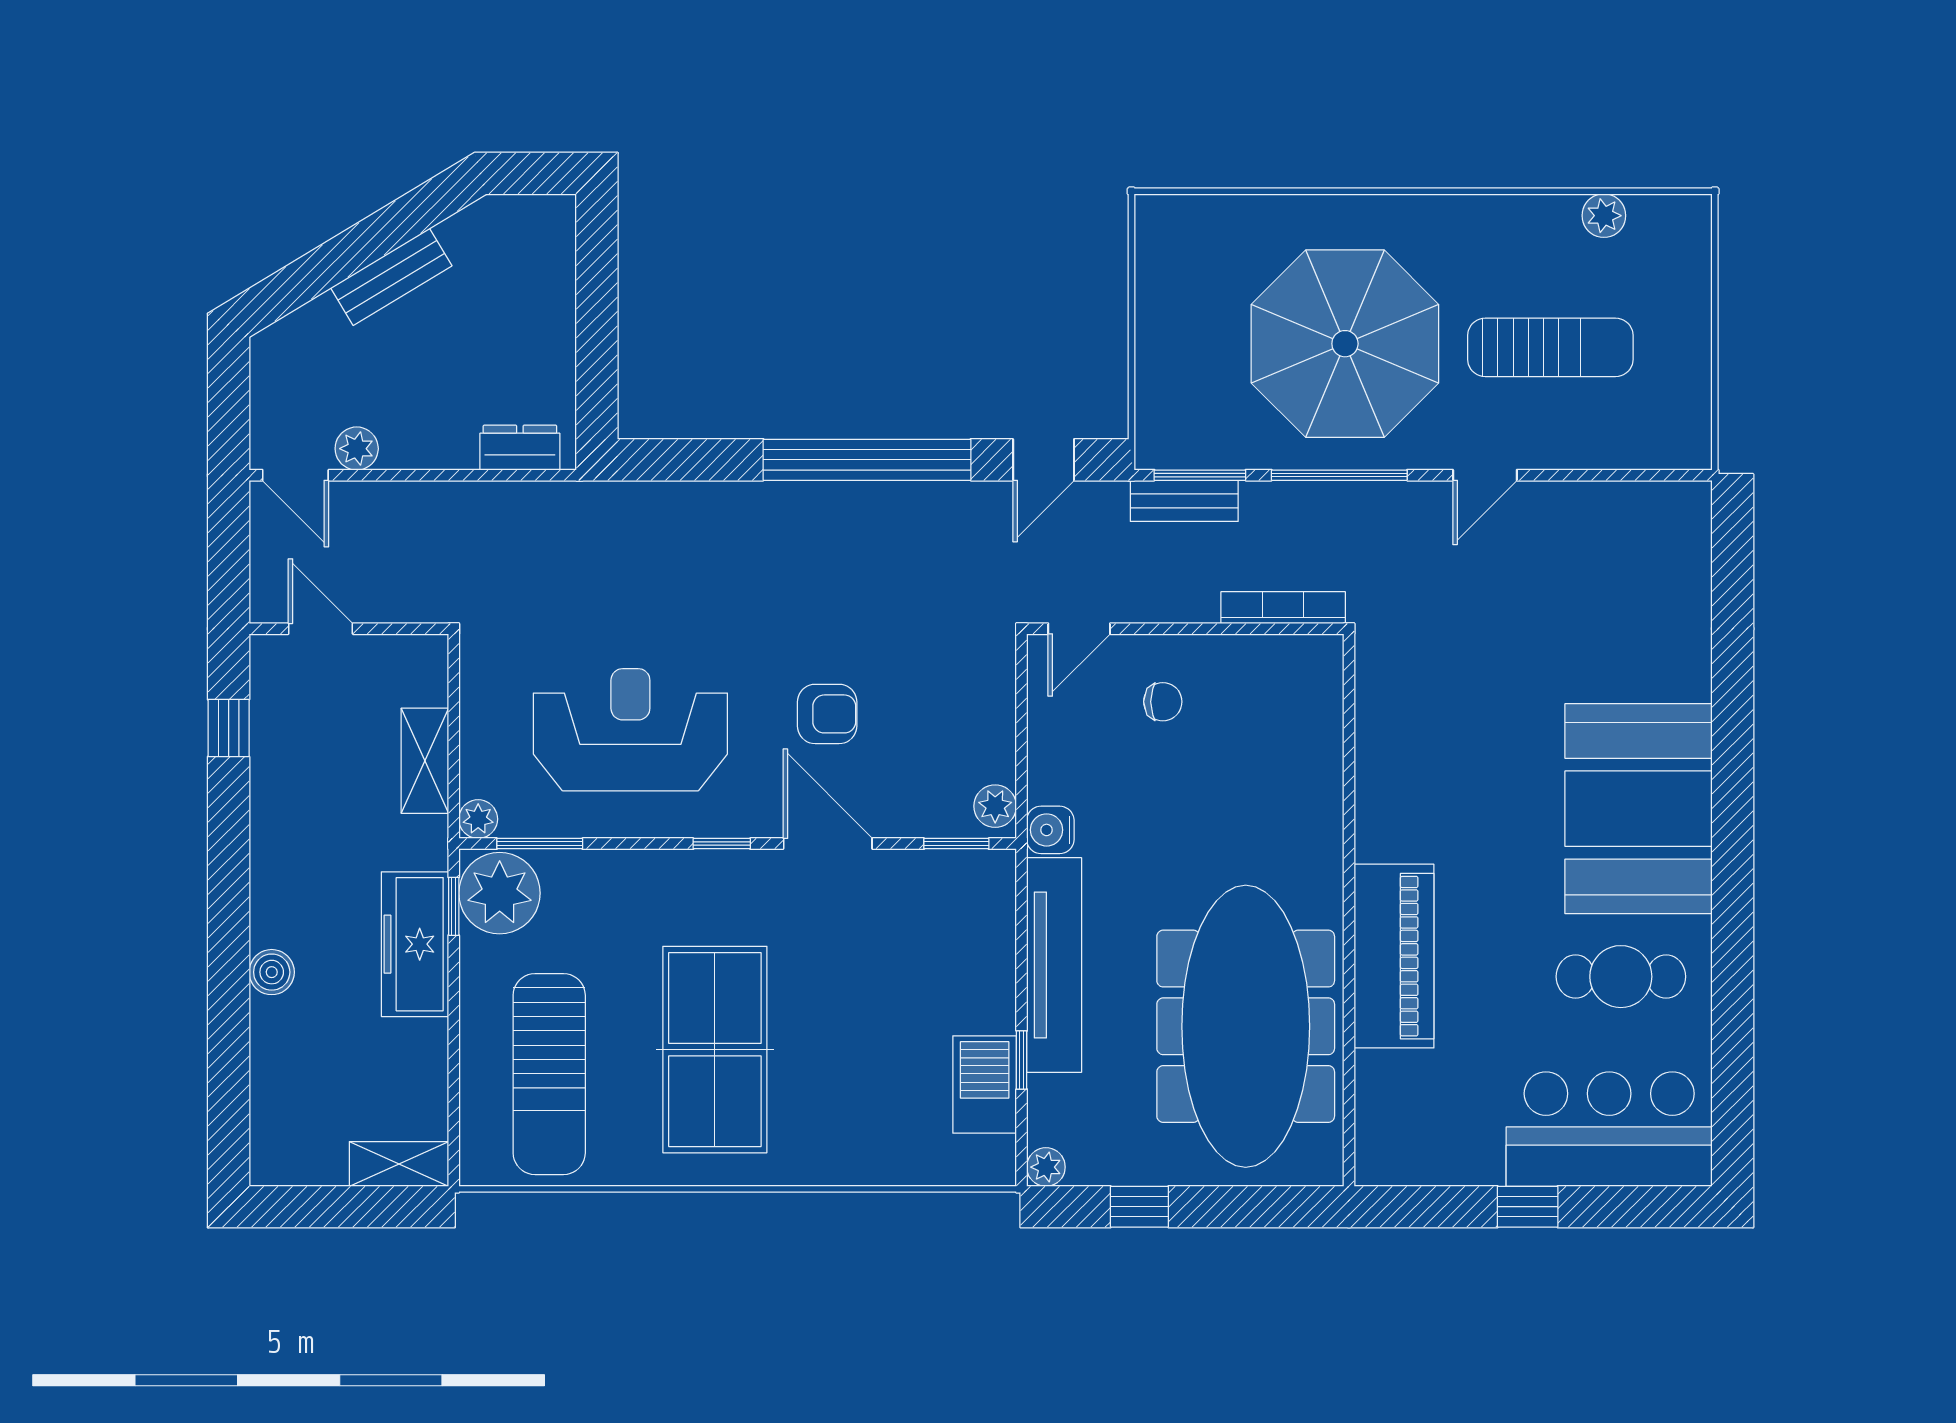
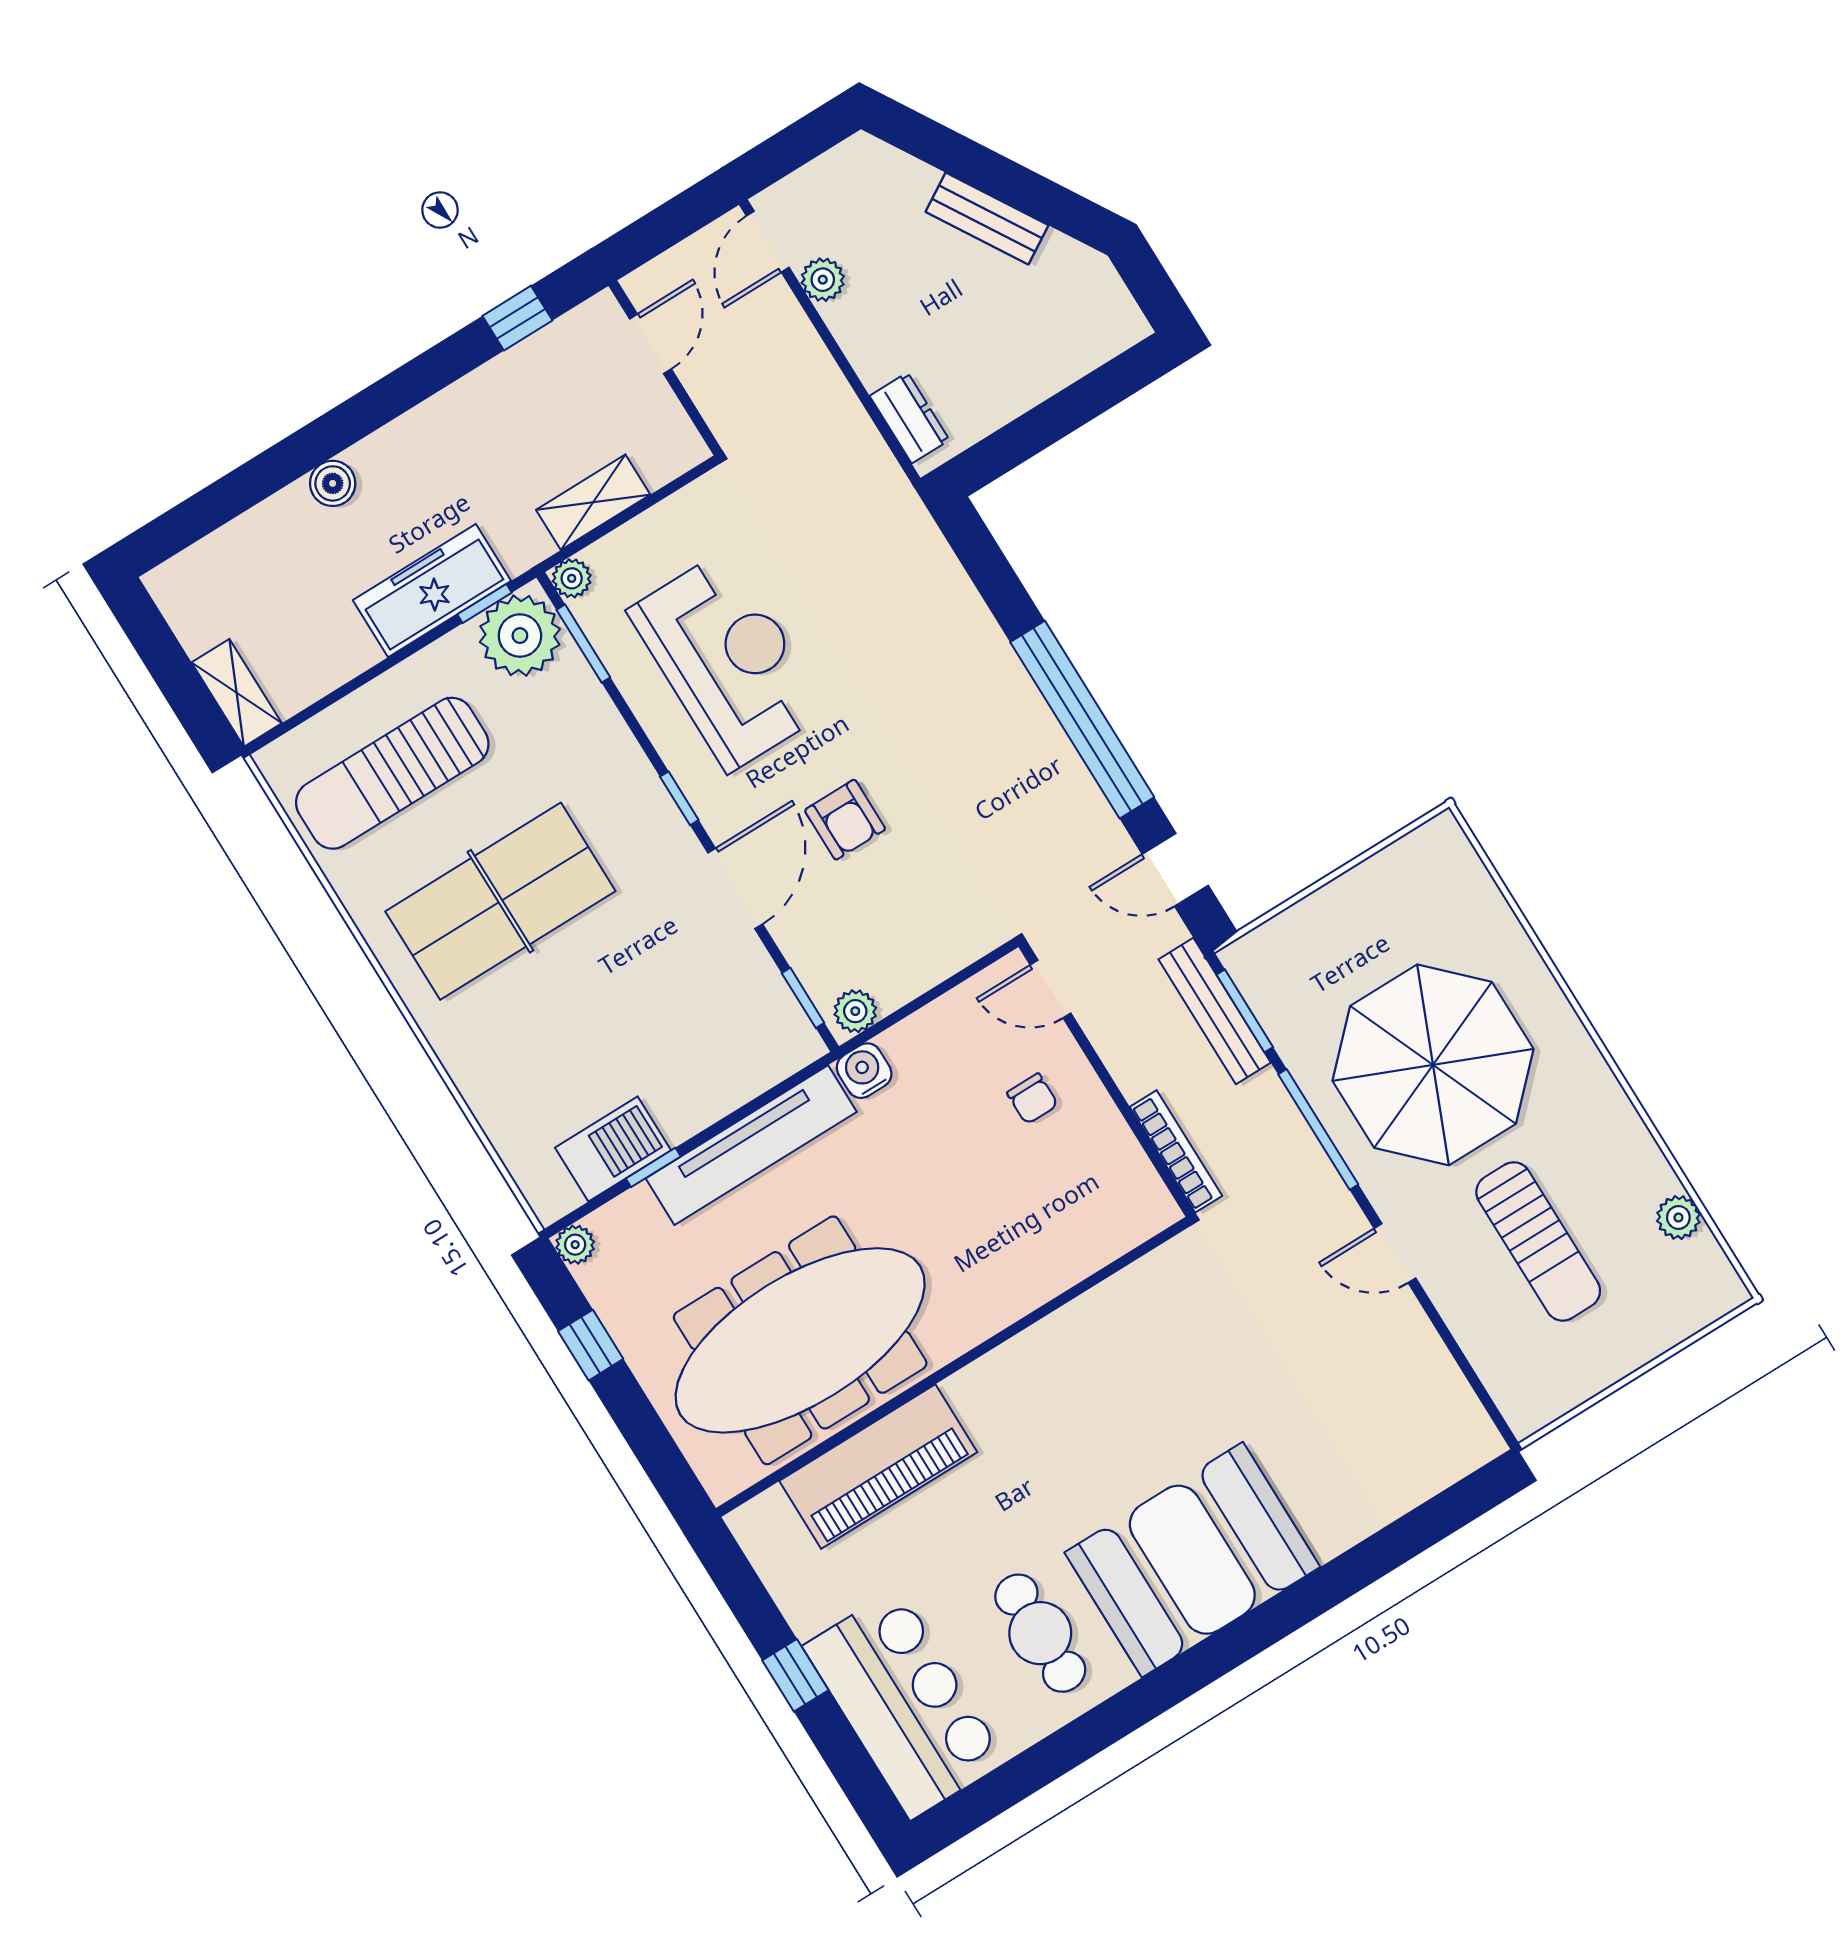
bench: (1184, 501) -> (1215, 1011), width x1.36
piano: (1394, 956) -> (878, 1466), moved

